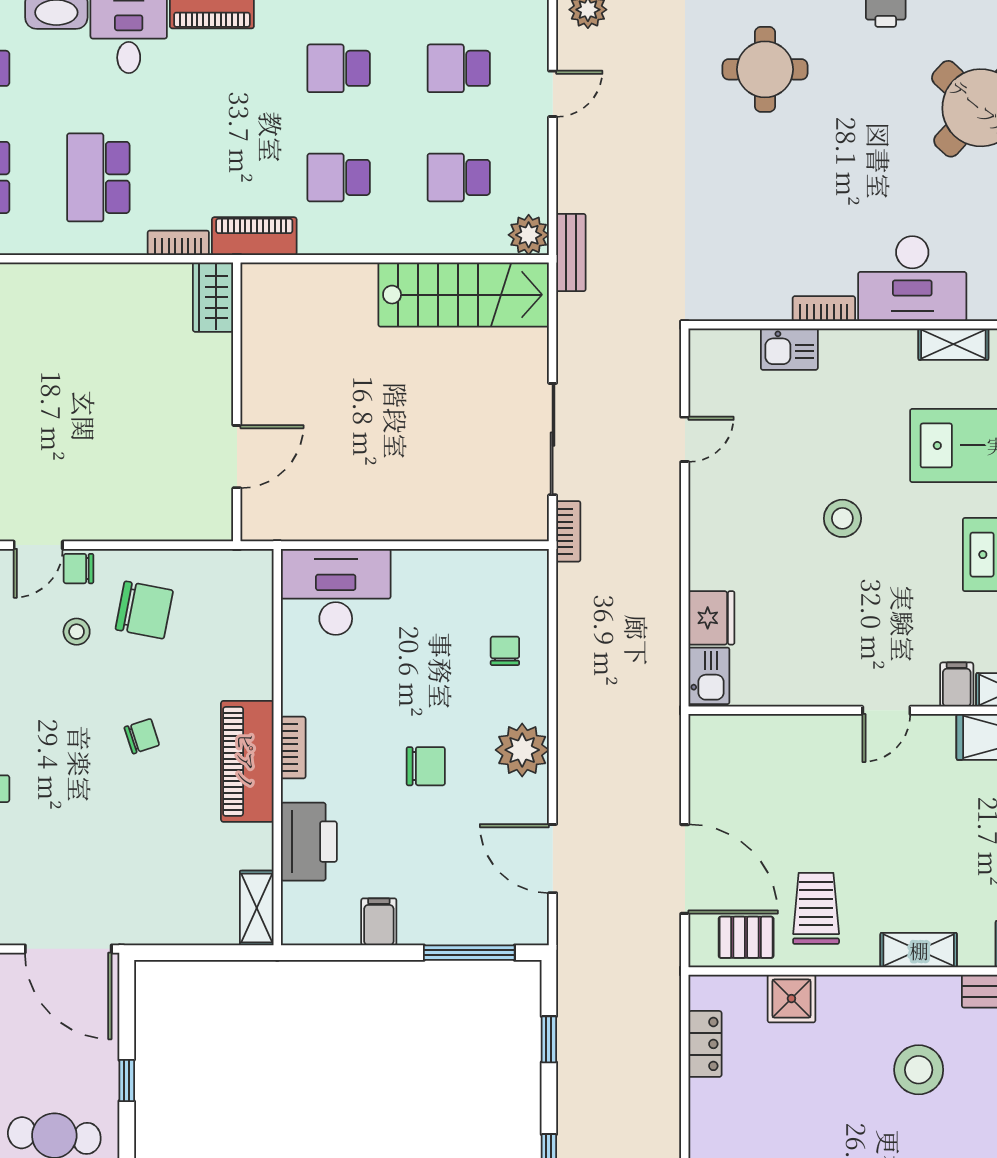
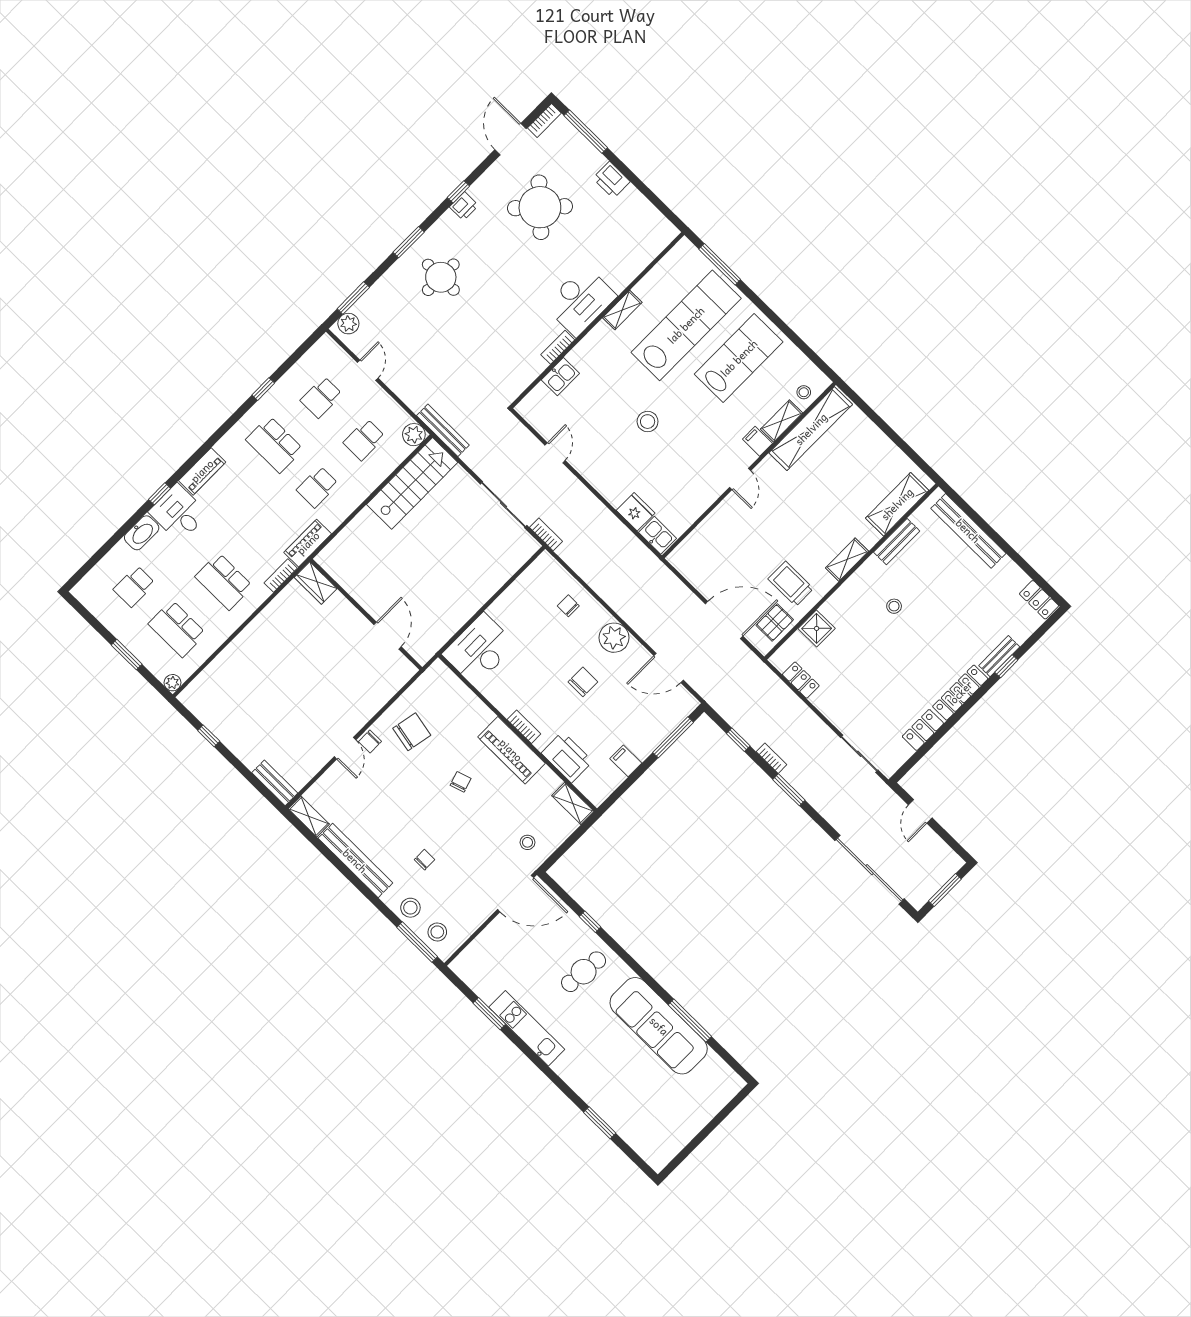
school desk: (339, 68) -> (274, 445), width x1.85
bench: (571, 253) -> (443, 430), width x1.36
stool: (77, 632) -> (527, 842), moved
stool: (919, 1070) -> (894, 606), width x0.53, depth x0.53
bookcase: (567, 1106) -> (771, 758), added

